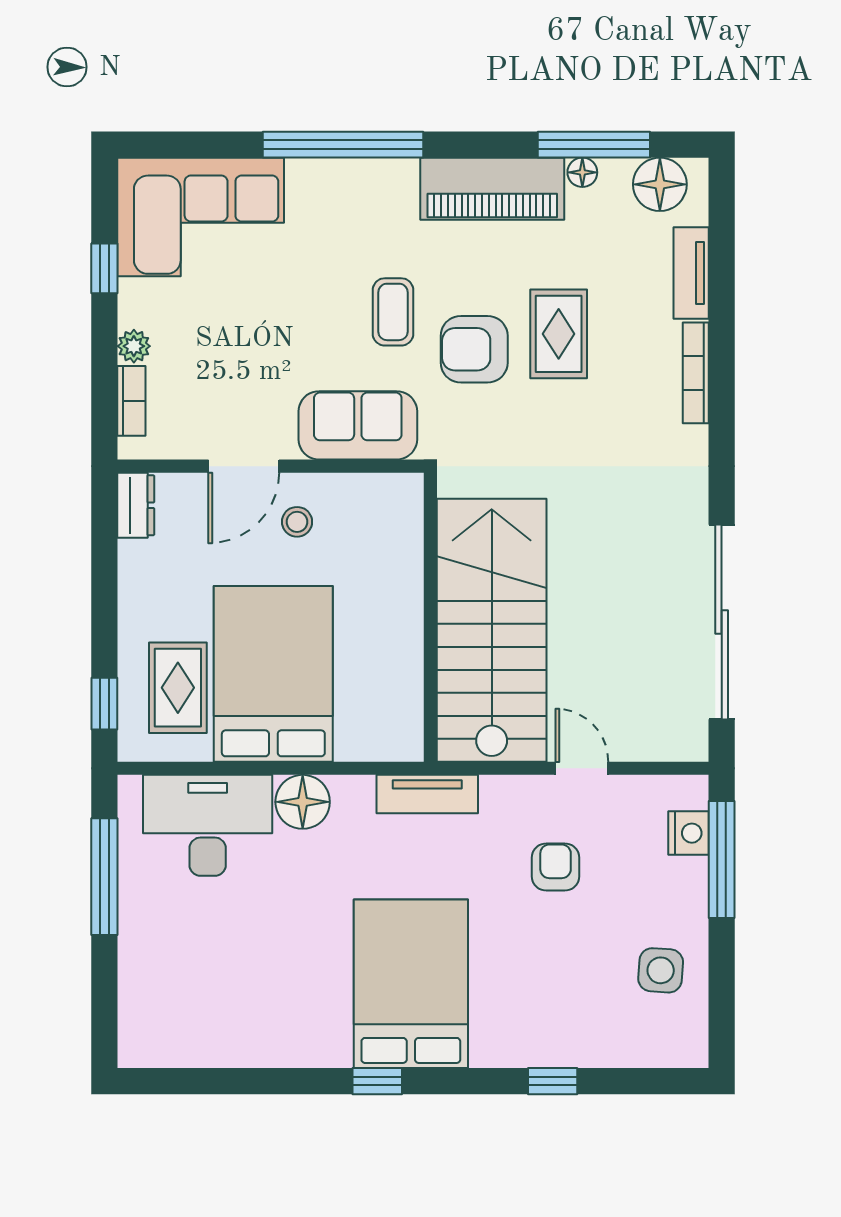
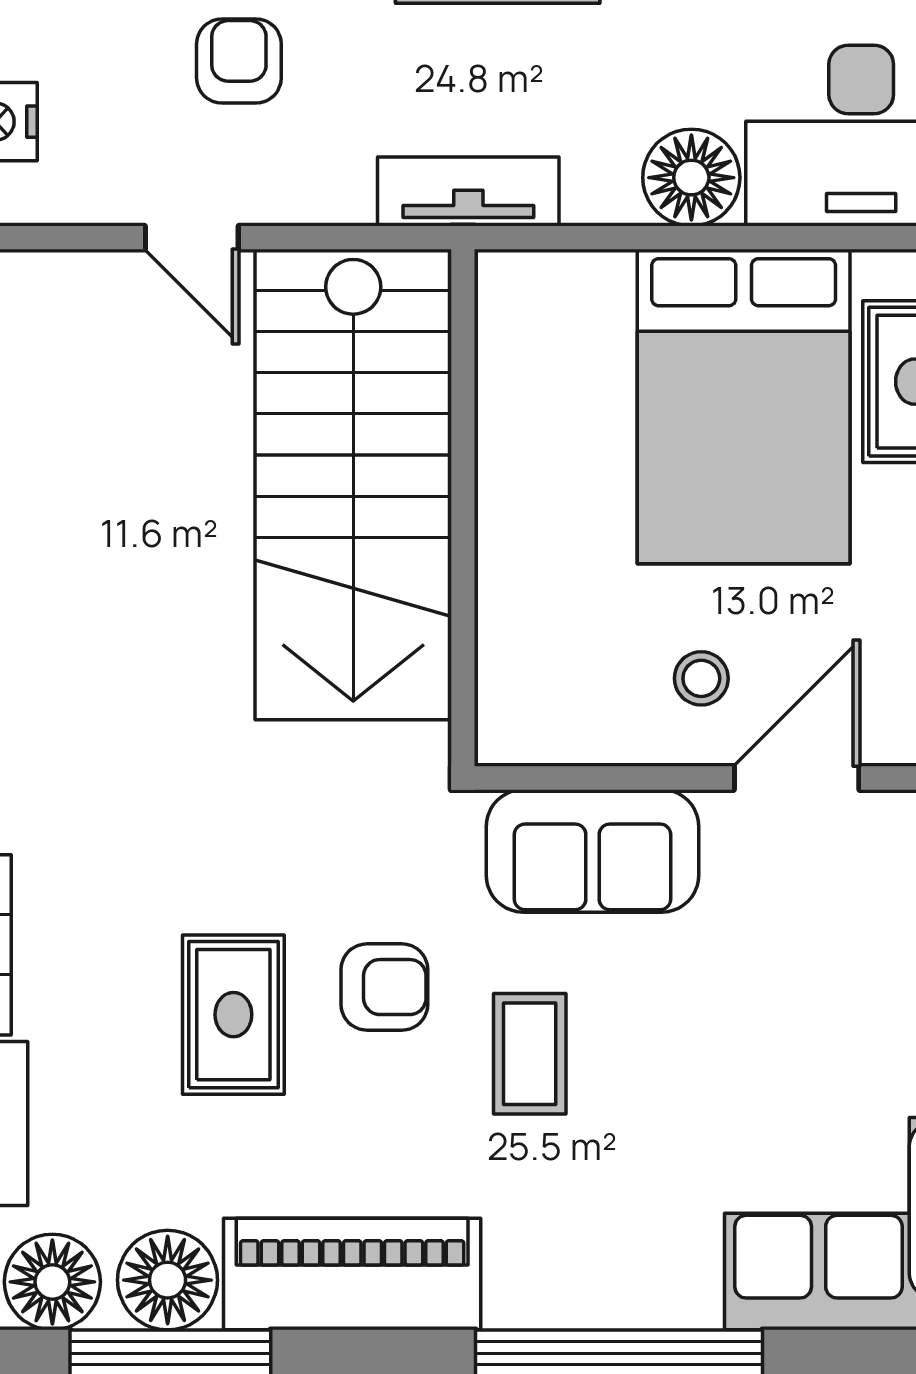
floor lamp: (582, 172) -> (168, 1280), width x1.89, depth x1.89
armchair: (474, 349) -> (384, 987), width x0.72, depth x0.72
armchair: (556, 867) -> (239, 61), turned 180

